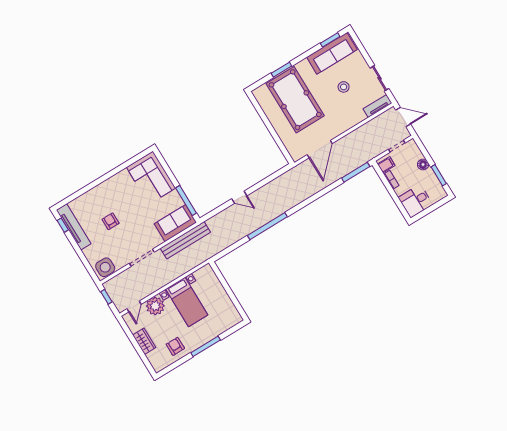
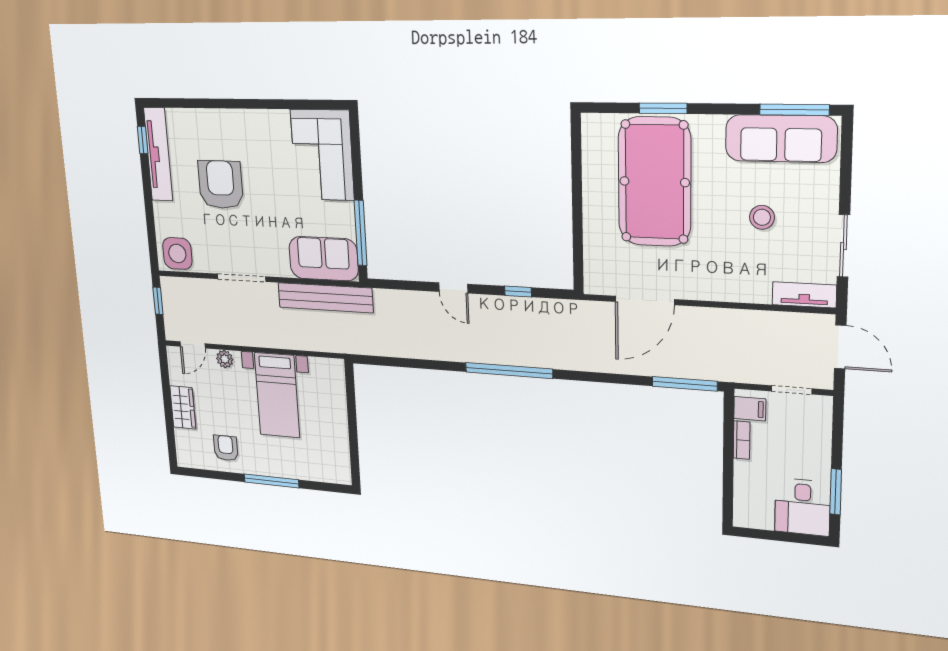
window: (330, 40) -> (794, 110), width x1.44
floor lamp: (423, 165) -> (819, 454), removed
window: (267, 180) -> (518, 291), added
desk: (416, 201) -> (802, 507), moved, turned -90
armchair: (111, 221) -> (221, 185), width x1.88, depth x1.88
window: (267, 226) -> (509, 371), moved
plant: (155, 306) -> (225, 359), width x0.53, depth x0.53

